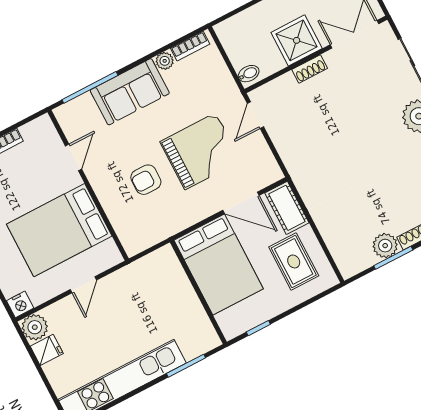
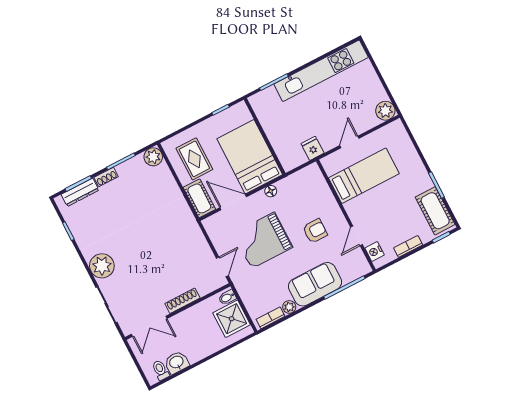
shower: (297, 40) -> (232, 319), moved
shoe rack: (310, 69) -> (182, 301), width x1.43
armchair: (146, 180) -> (315, 231), moved
floor lamp: (190, 218) -> (271, 191), added
bed: (59, 230) -> (364, 176), width x0.67
plant: (385, 246) -> (153, 157), moved
nightstand: (20, 304) -> (375, 251), moved, turned -90
fridge: (47, 350) -> (313, 148), moved, turned 90

